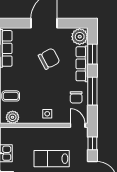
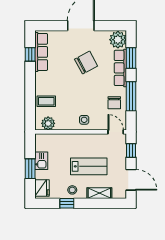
lab bench: (52, 159) -> (89, 166), turned 180

